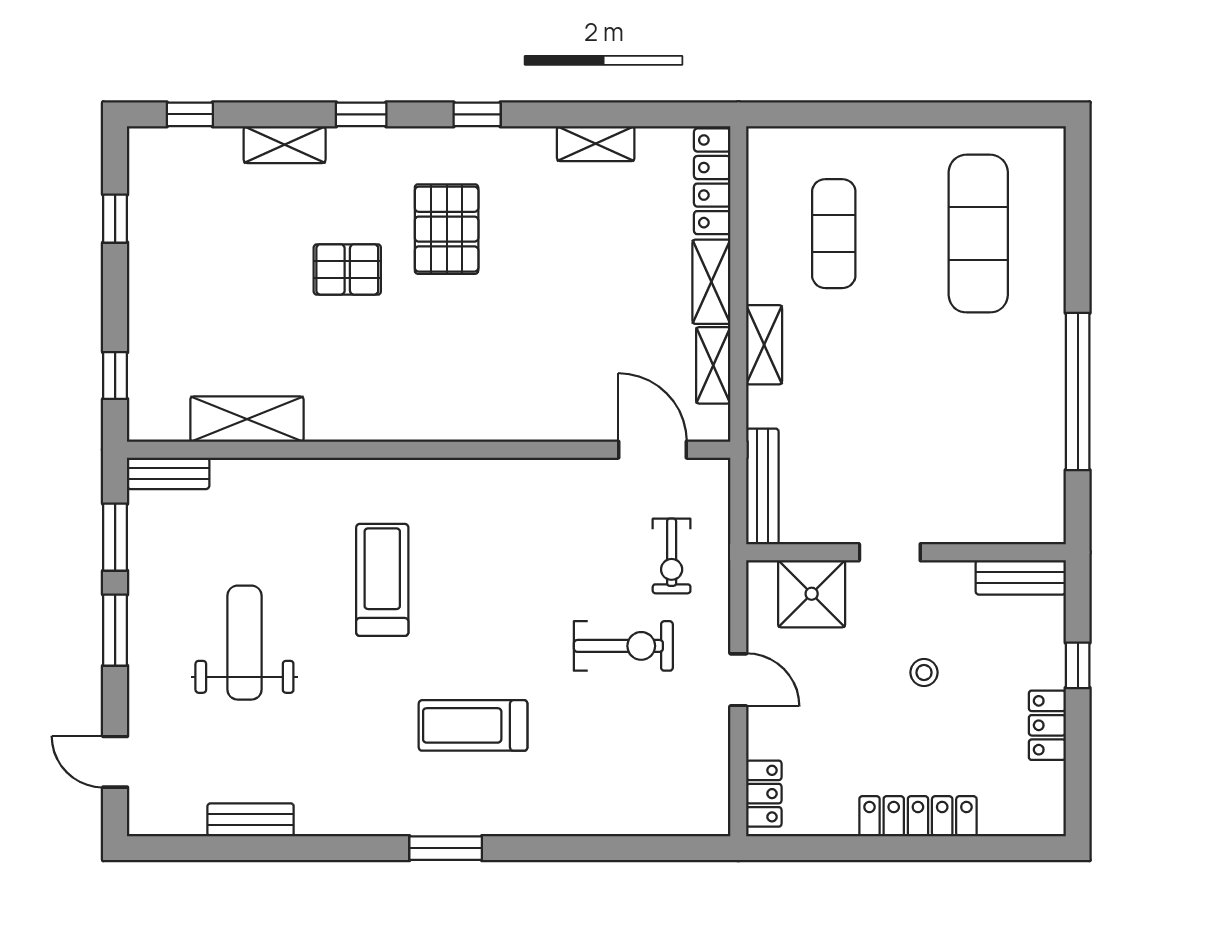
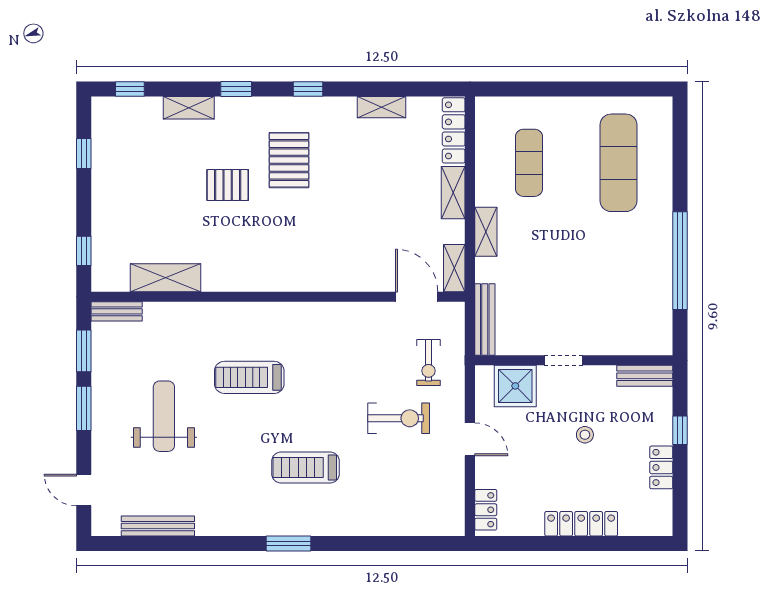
shelving: (713, 365) -> (454, 268), moved
treadmill: (382, 580) -> (249, 377), turned -90
bench: (251, 820) -> (158, 526), width x1.36

